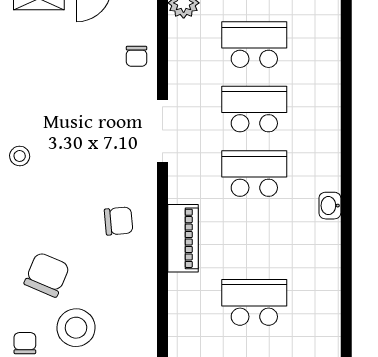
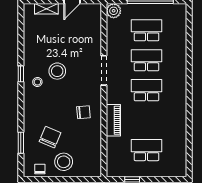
chair: (136, 56) -> (92, 36), removed
stool: (62, 133) -> (57, 71), added
washbasin: (330, 206) -> (182, 105), removed

